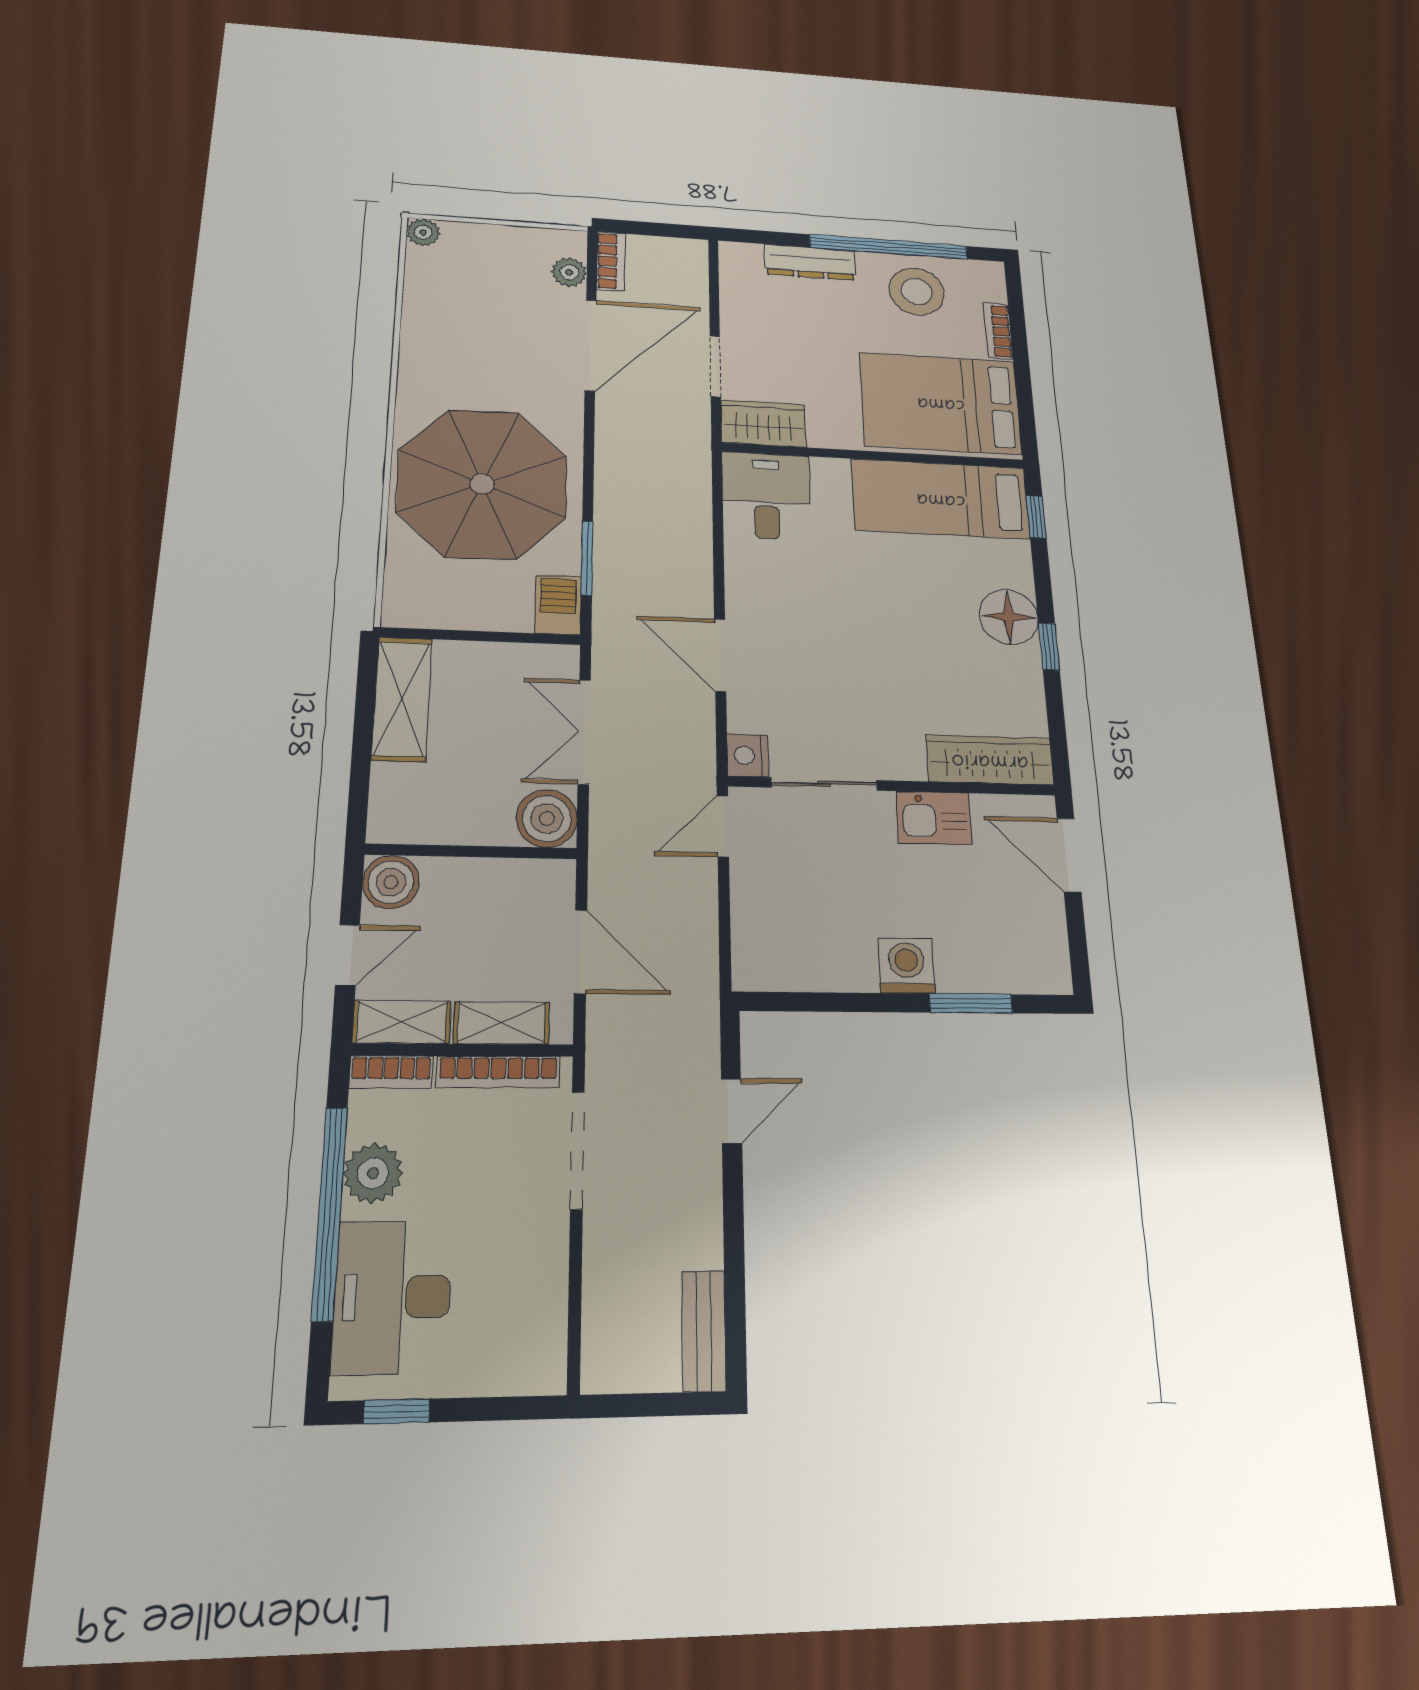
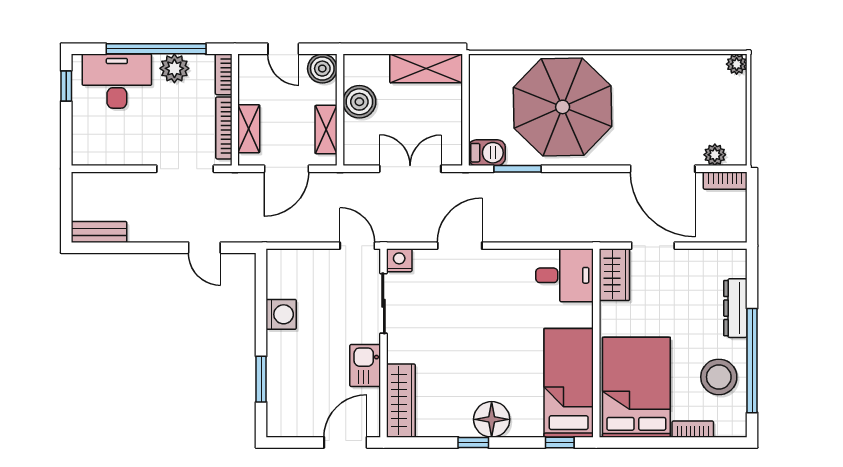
boiler: (547, 818) -> (359, 102), moved
washing machine: (907, 966) -> (281, 314), moved
shelving: (402, 1022) -> (326, 130), moved

